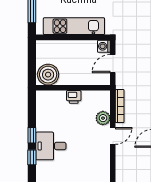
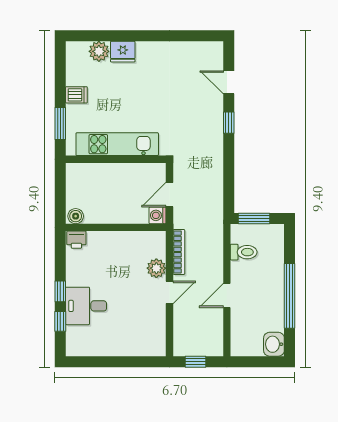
washing machine: (104, 46) -> (158, 215), moved
boiler: (48, 75) -> (76, 216), width x0.54, depth x0.54
printer: (74, 97) -> (76, 240), moved

